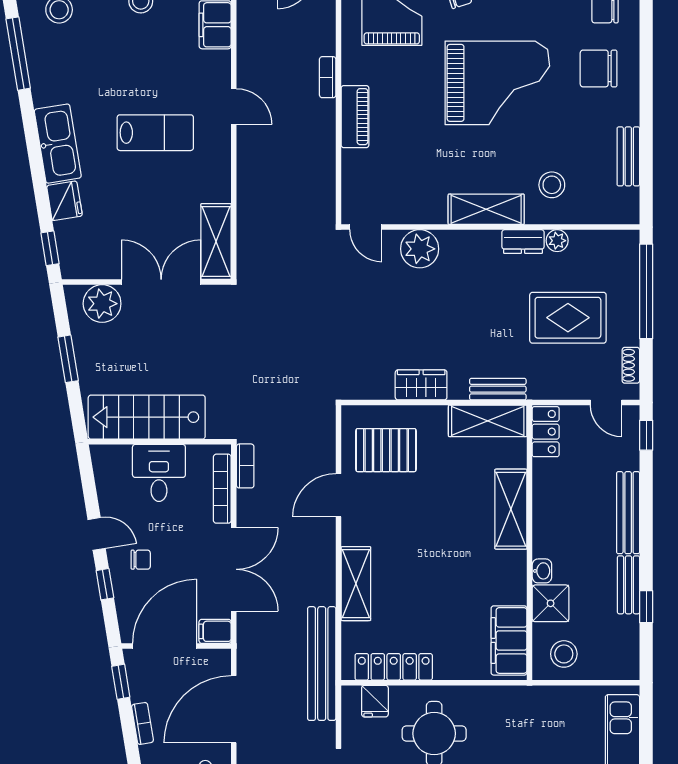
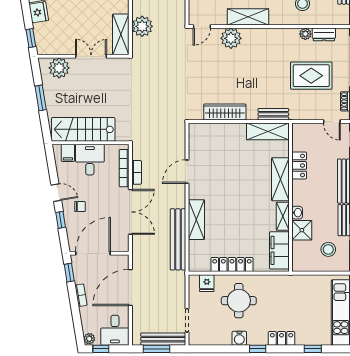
shelving: (486, 209) -> (248, 17), moved
plant: (256, 227) -> (142, 26), added
door: (366, 227) -> (202, 27), hinge flipped
dresser: (523, 242) -> (324, 34), moved
double door: (161, 282) -> (91, 56), width x0.73
wardrobe: (421, 385) -> (225, 112), width x1.50
locker: (546, 432) -> (299, 165), moved
pallet: (386, 450) -> (213, 147), removed
bookcase: (245, 466) -> (137, 172), moved
shelving: (515, 578) -> (283, 216), added
filing cabinet: (215, 631) -> (68, 153), moved, turned -90
stool: (564, 654) -> (328, 249), moved
bench: (322, 664) -> (178, 239), moved
locker: (394, 667) -> (232, 265), moved

